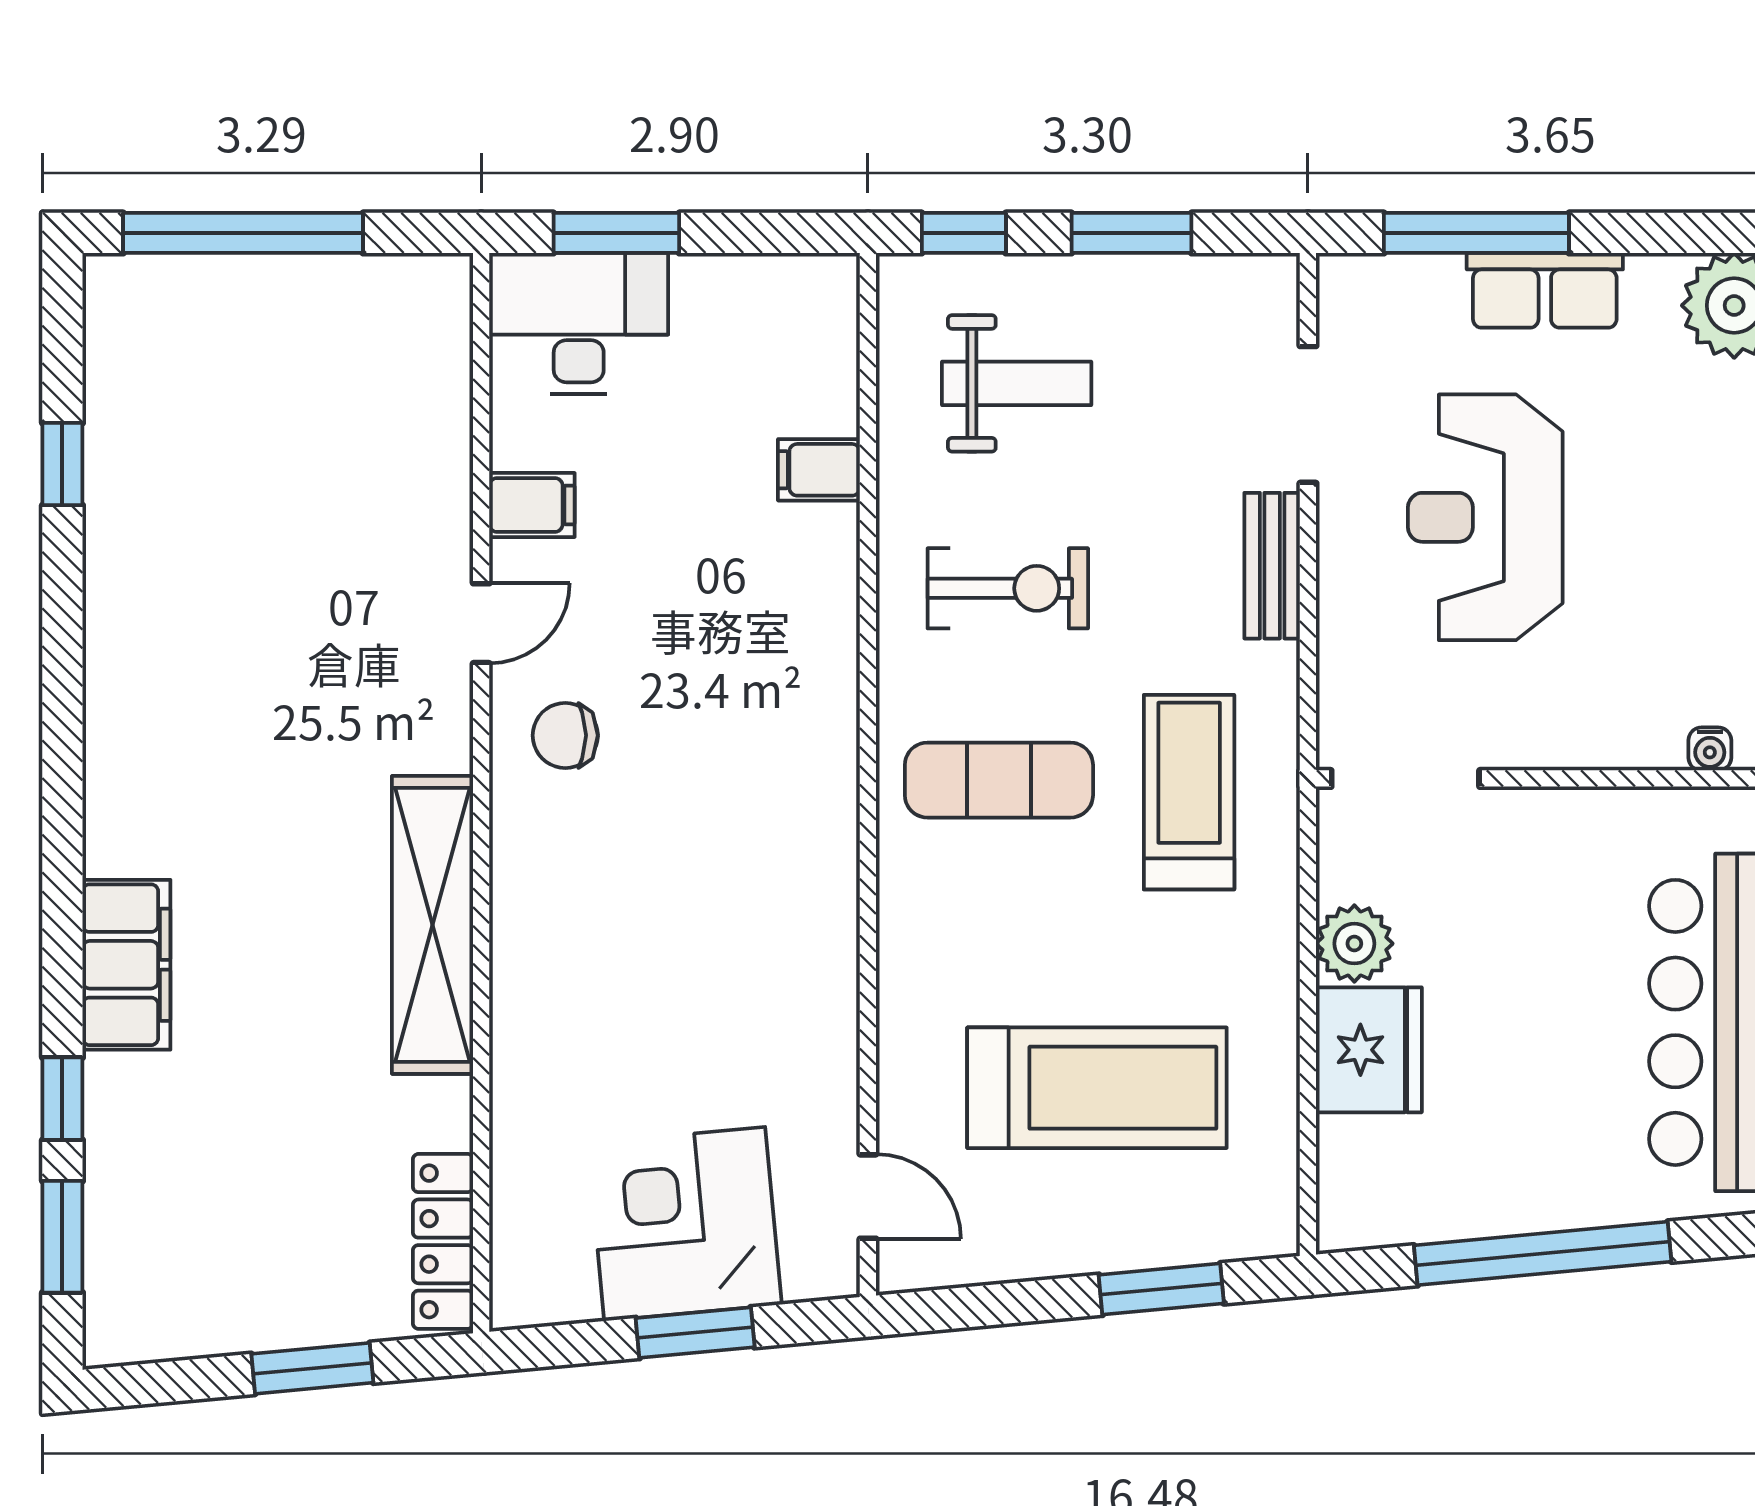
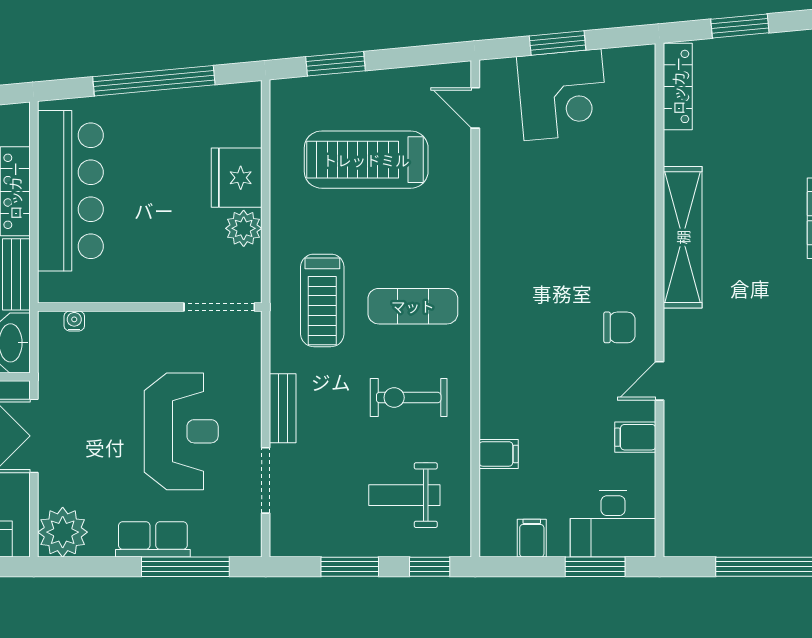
filing cabinet: (749, 293) -> (532, 538), added

